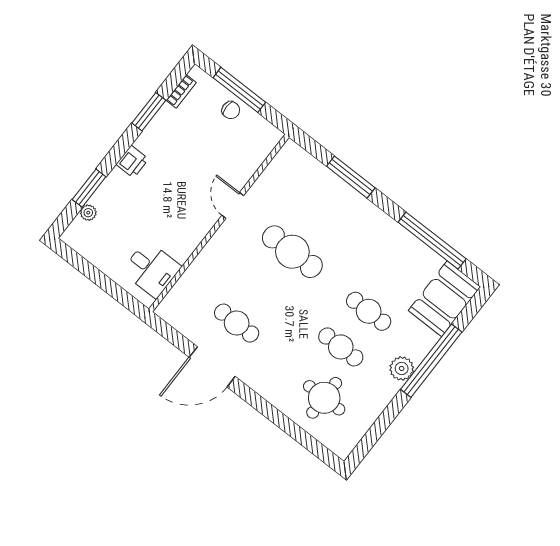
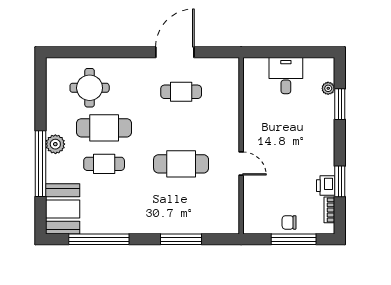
printer: (132, 162) -> (326, 186), moved
desk: (151, 269) -> (286, 76), moved, turned 90
cafe table: (341, 347) -> (104, 128), width x1.37, depth x1.35

